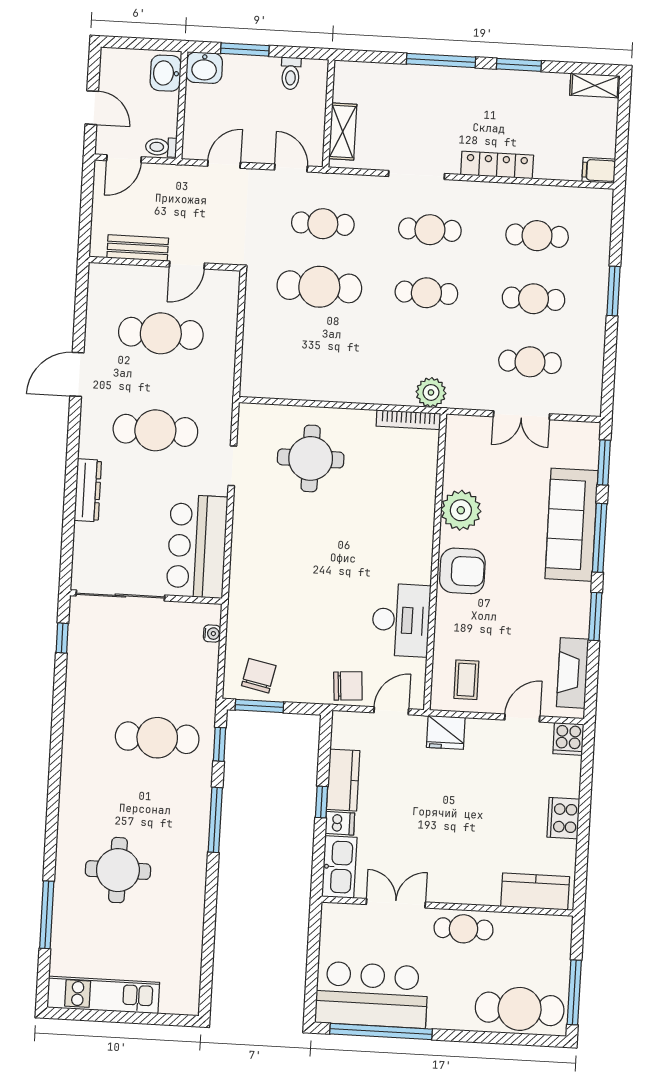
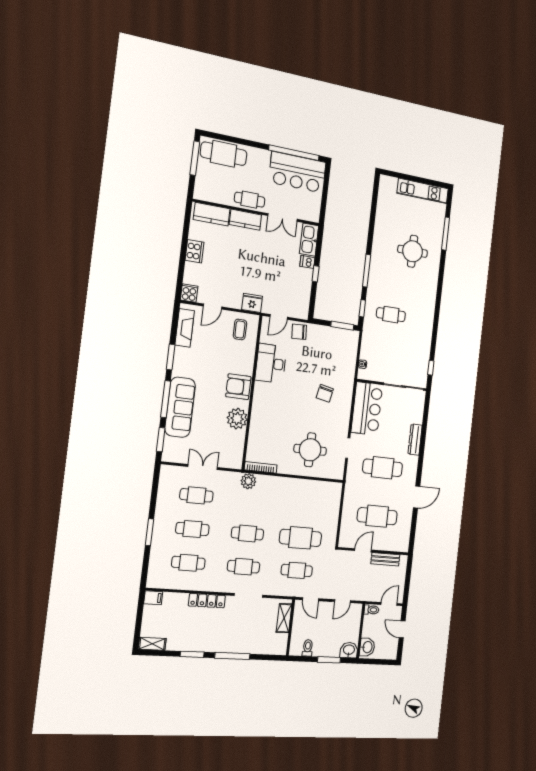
chair: (259, 676) -> (325, 393), moved
cafe table: (157, 738) -> (391, 315), width x0.73, depth x0.74
kitchen counter: (343, 780) -> (245, 220), moved, turned -90

